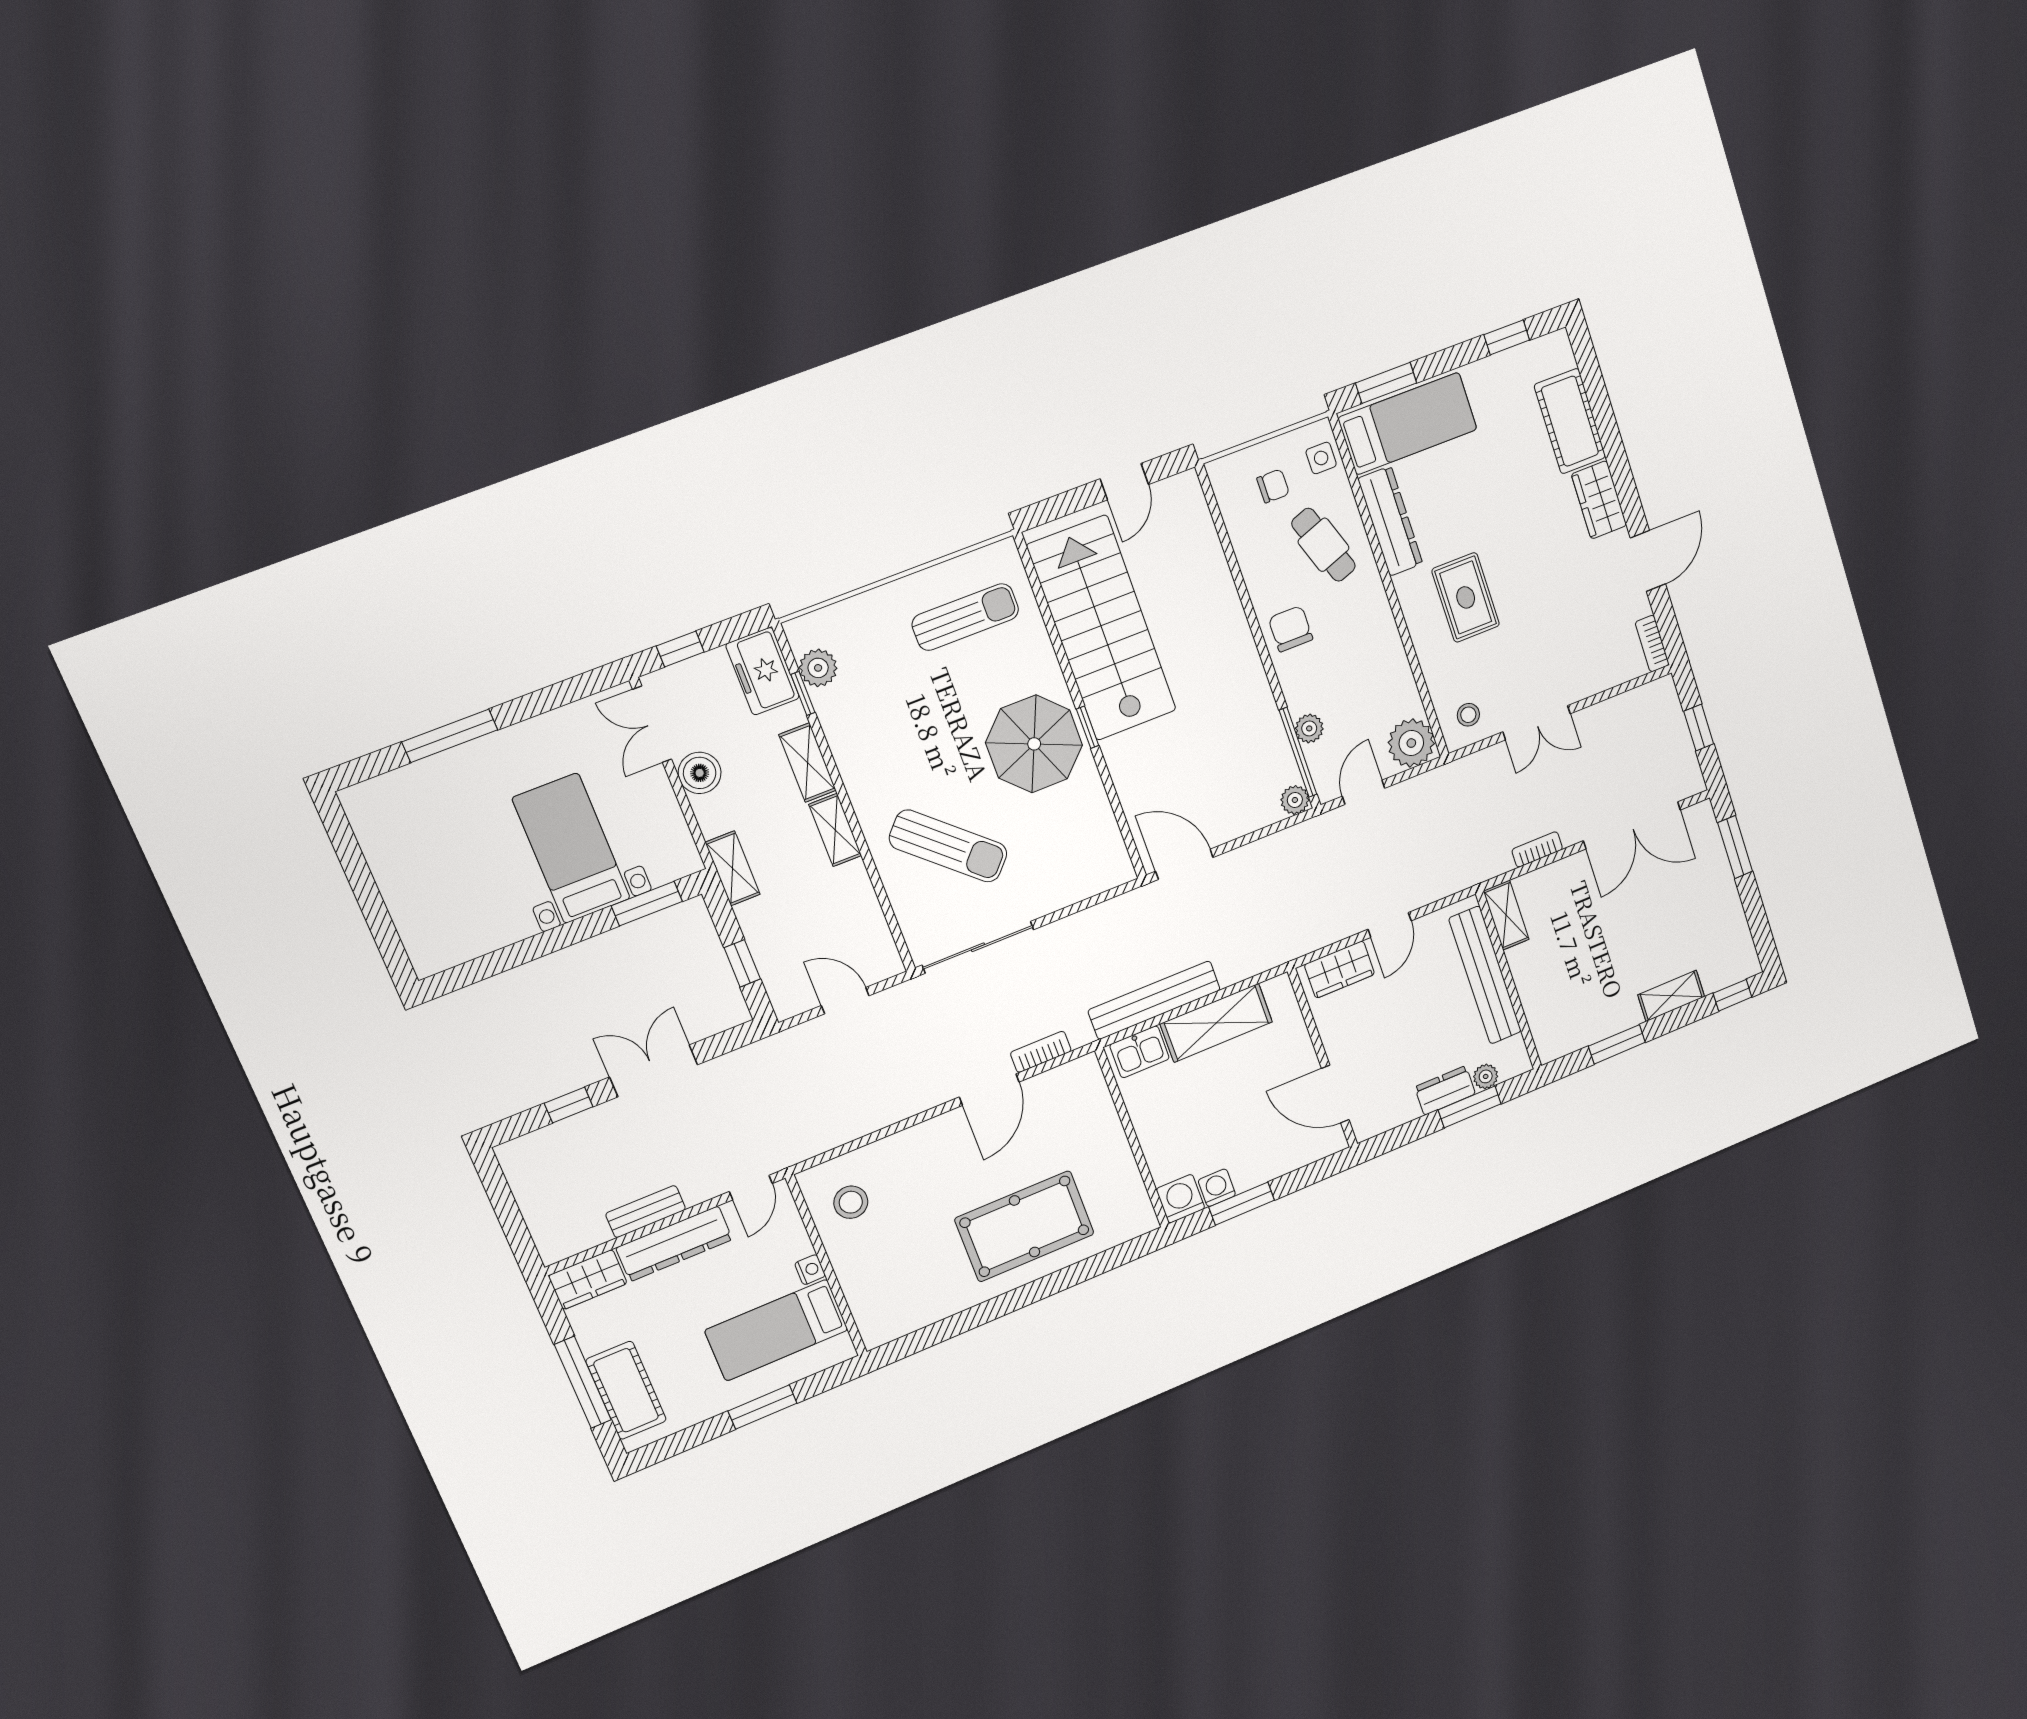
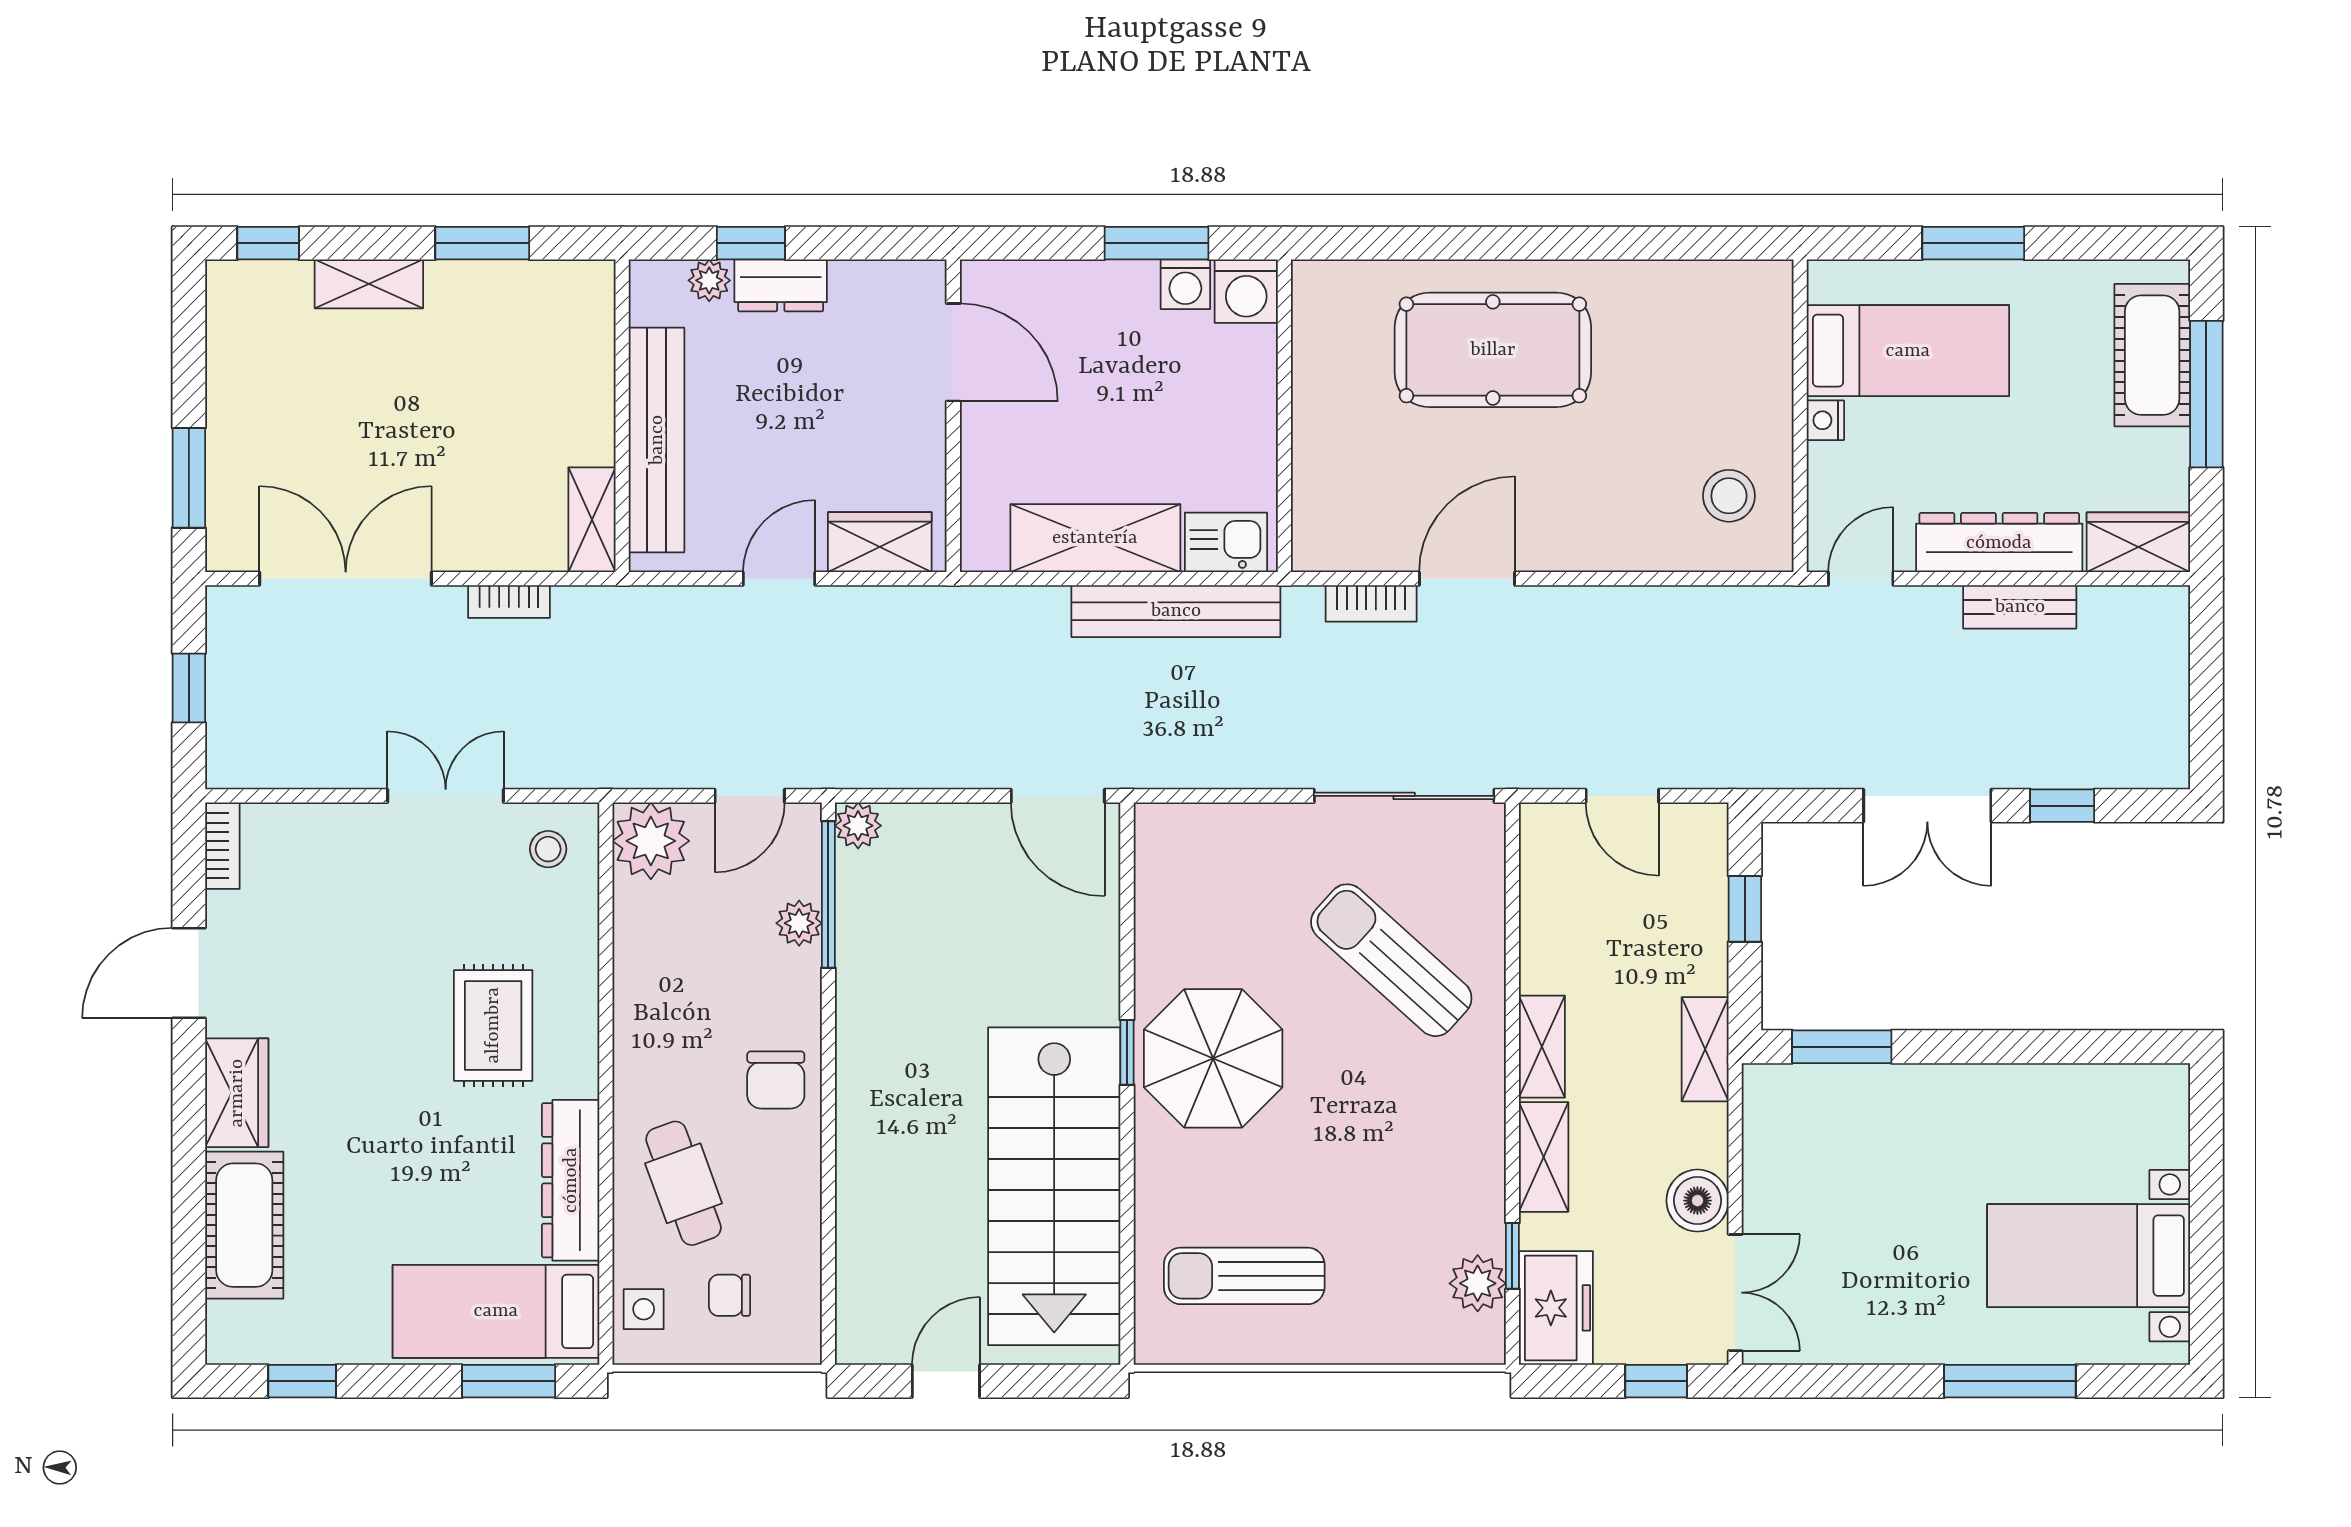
bed with nightstands: (571, 848) -> (2089, 1256), moved, turned 90
window: (1470, 1107) -> (751, 243), width x0.67

